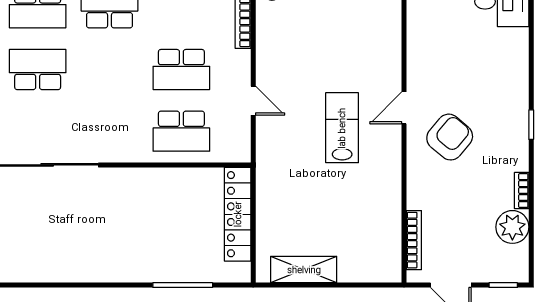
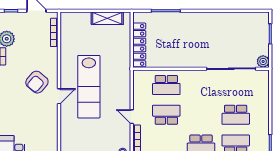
door: (253, 101) -> (132, 117), moved
lab bench: (342, 128) -> (89, 87), width x1.86, depth x1.39
school desk: (181, 131) -> (166, 85), turned 180

